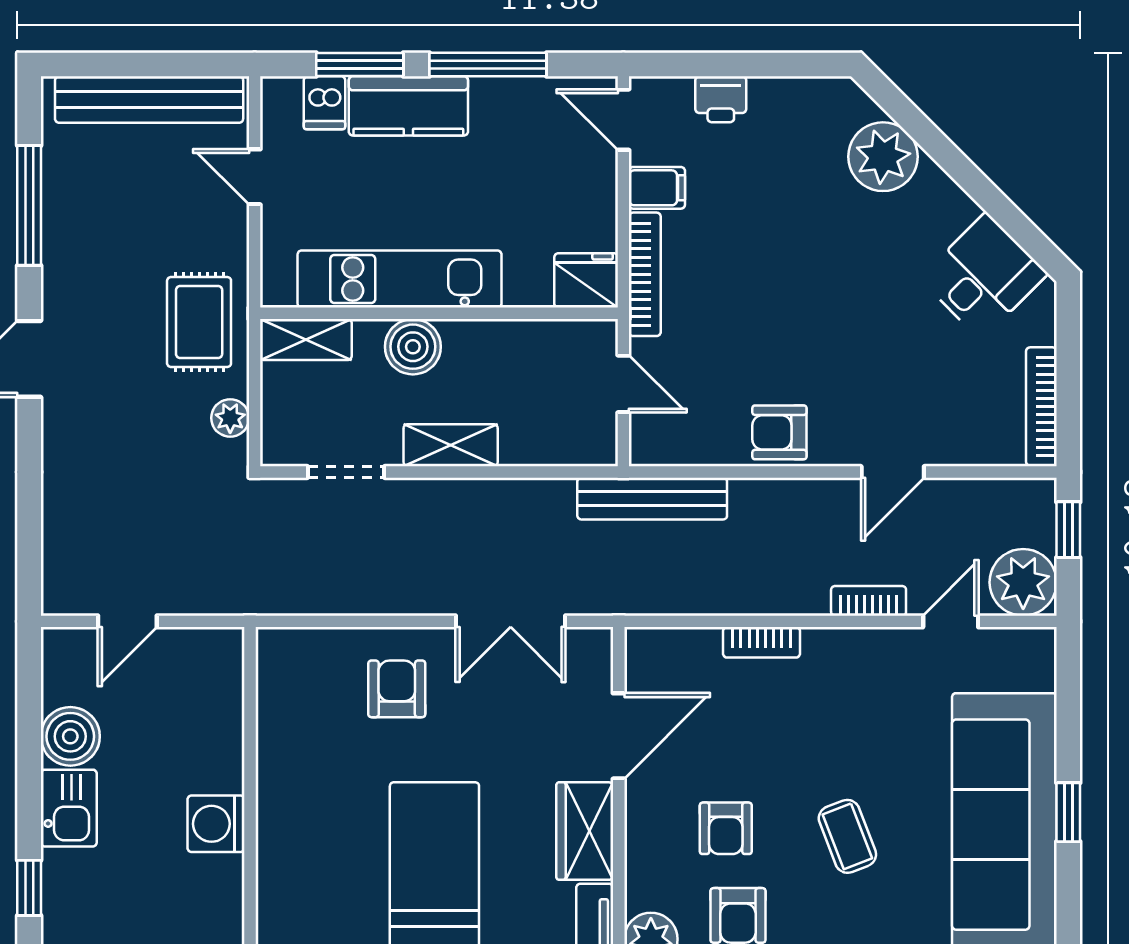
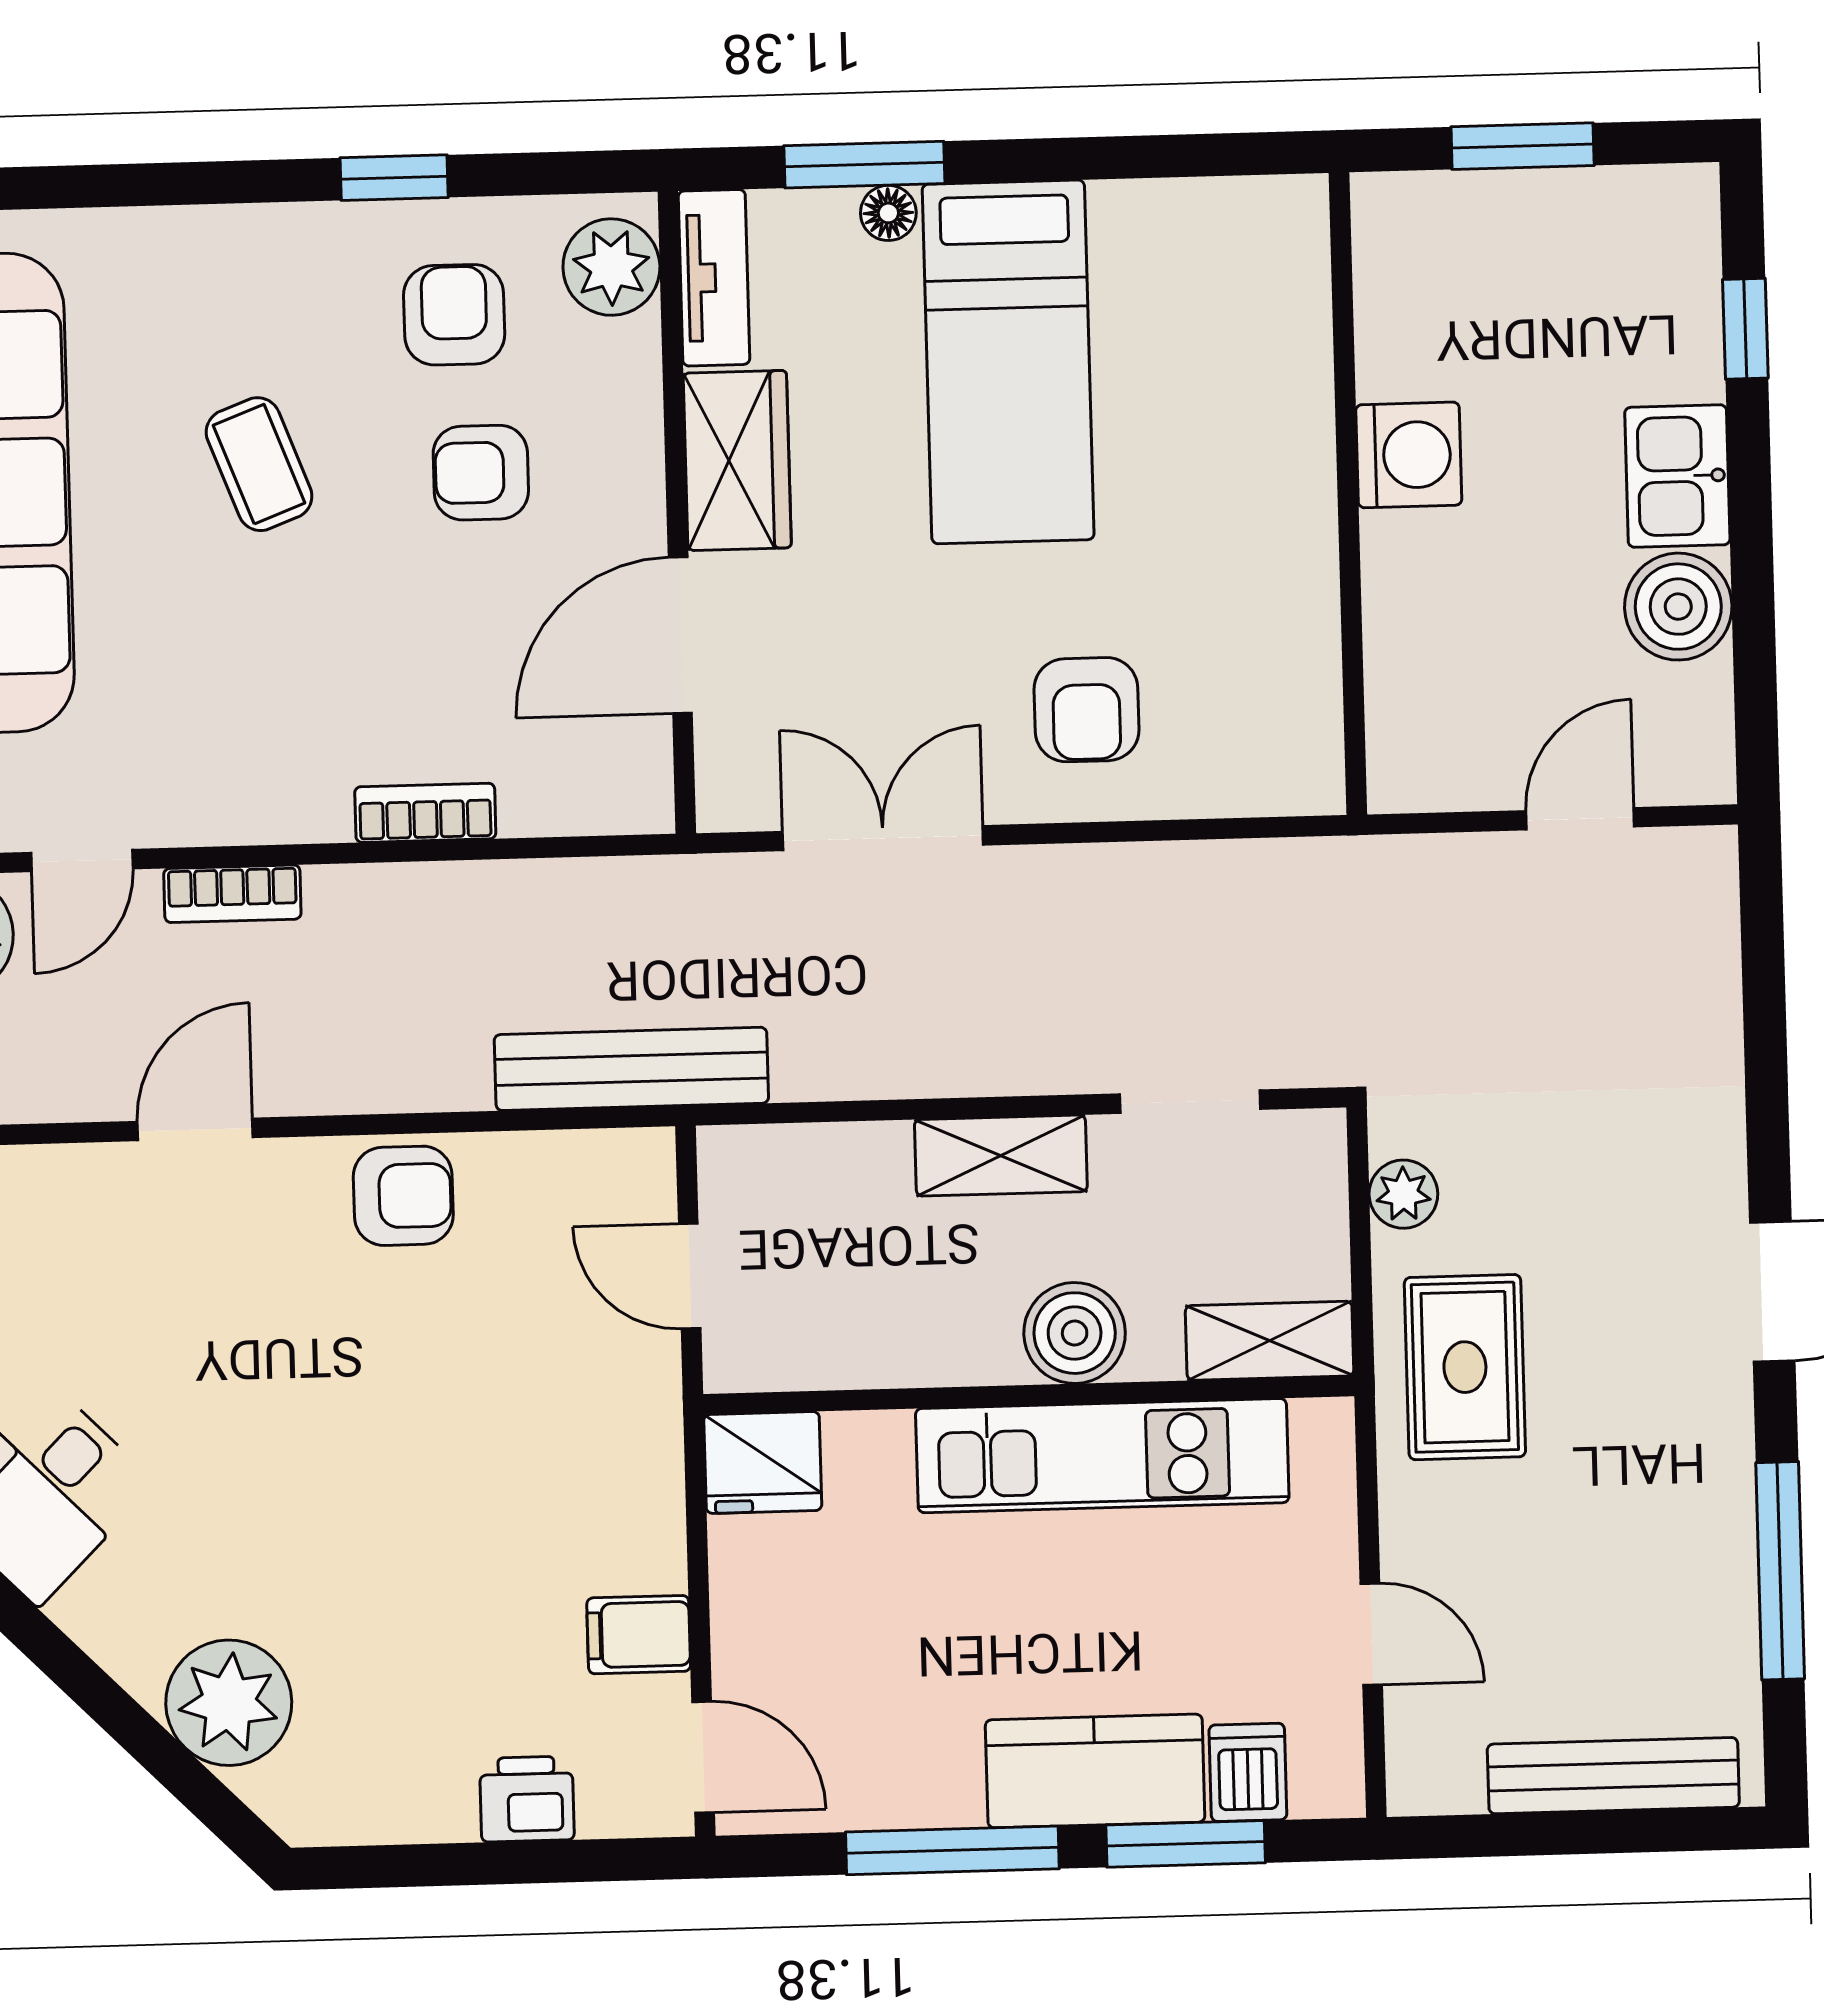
bench: (149, 100) -> (1613, 1776), width x0.73, depth x0.82
bookcase: (645, 274) -> (656, 1477), removed
armchair: (726, 828) -> (481, 473), turned -90

